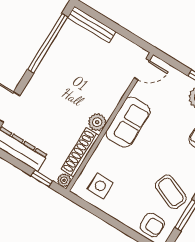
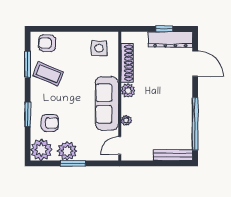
sofa: (128, 122) -> (107, 103), width x1.36
window: (42, 178) -> (164, 29), moved
plant: (64, 180) -> (126, 120), moved

